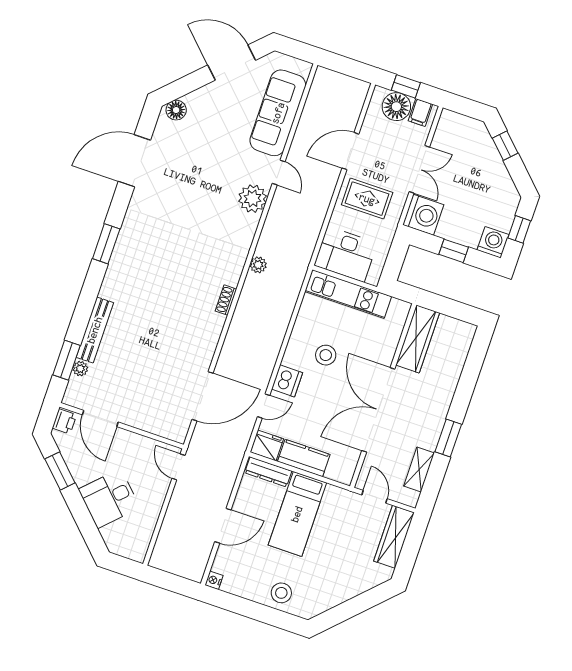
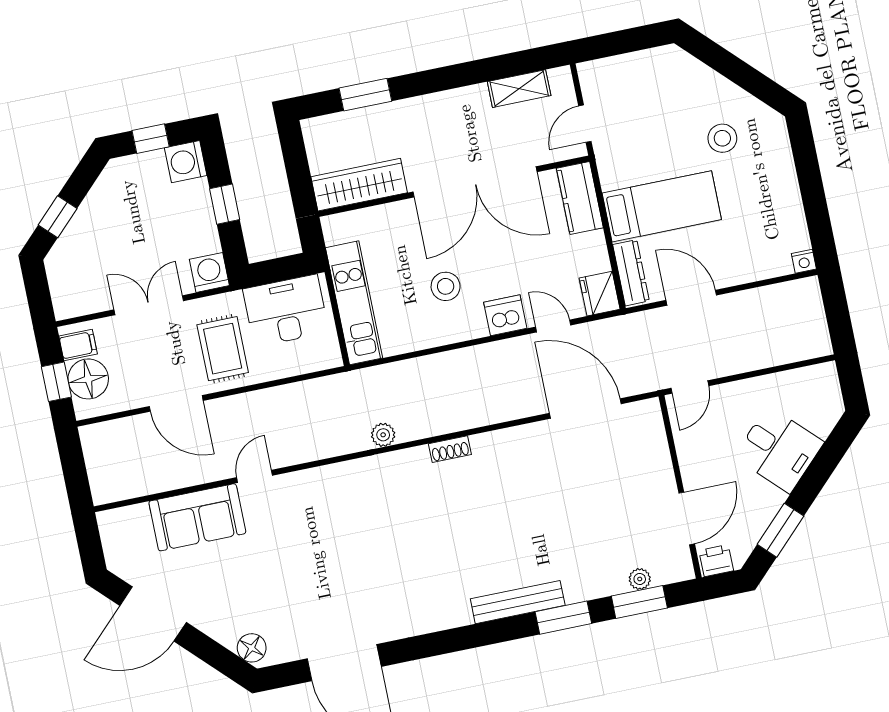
door: (232, 63) -> (153, 614), hinge flipped
sofa: (278, 113) -> (197, 517), width x0.73
plant: (253, 199) -> (305, 490), removed
washing machine: (423, 215) -> (209, 272), width x0.73, depth x0.73
window: (106, 244) -> (563, 618), moved
desk: (346, 254) -> (286, 311), moved, turned -90
bench: (95, 330) -> (518, 602), moved
window: (448, 438) -> (365, 95), moved
kitchen counter: (304, 458) -> (580, 198), moved
door: (223, 526) -> (691, 298), moved
wardrobe: (394, 537) -> (620, 71), removed
stool: (281, 593) -> (722, 138), moved

